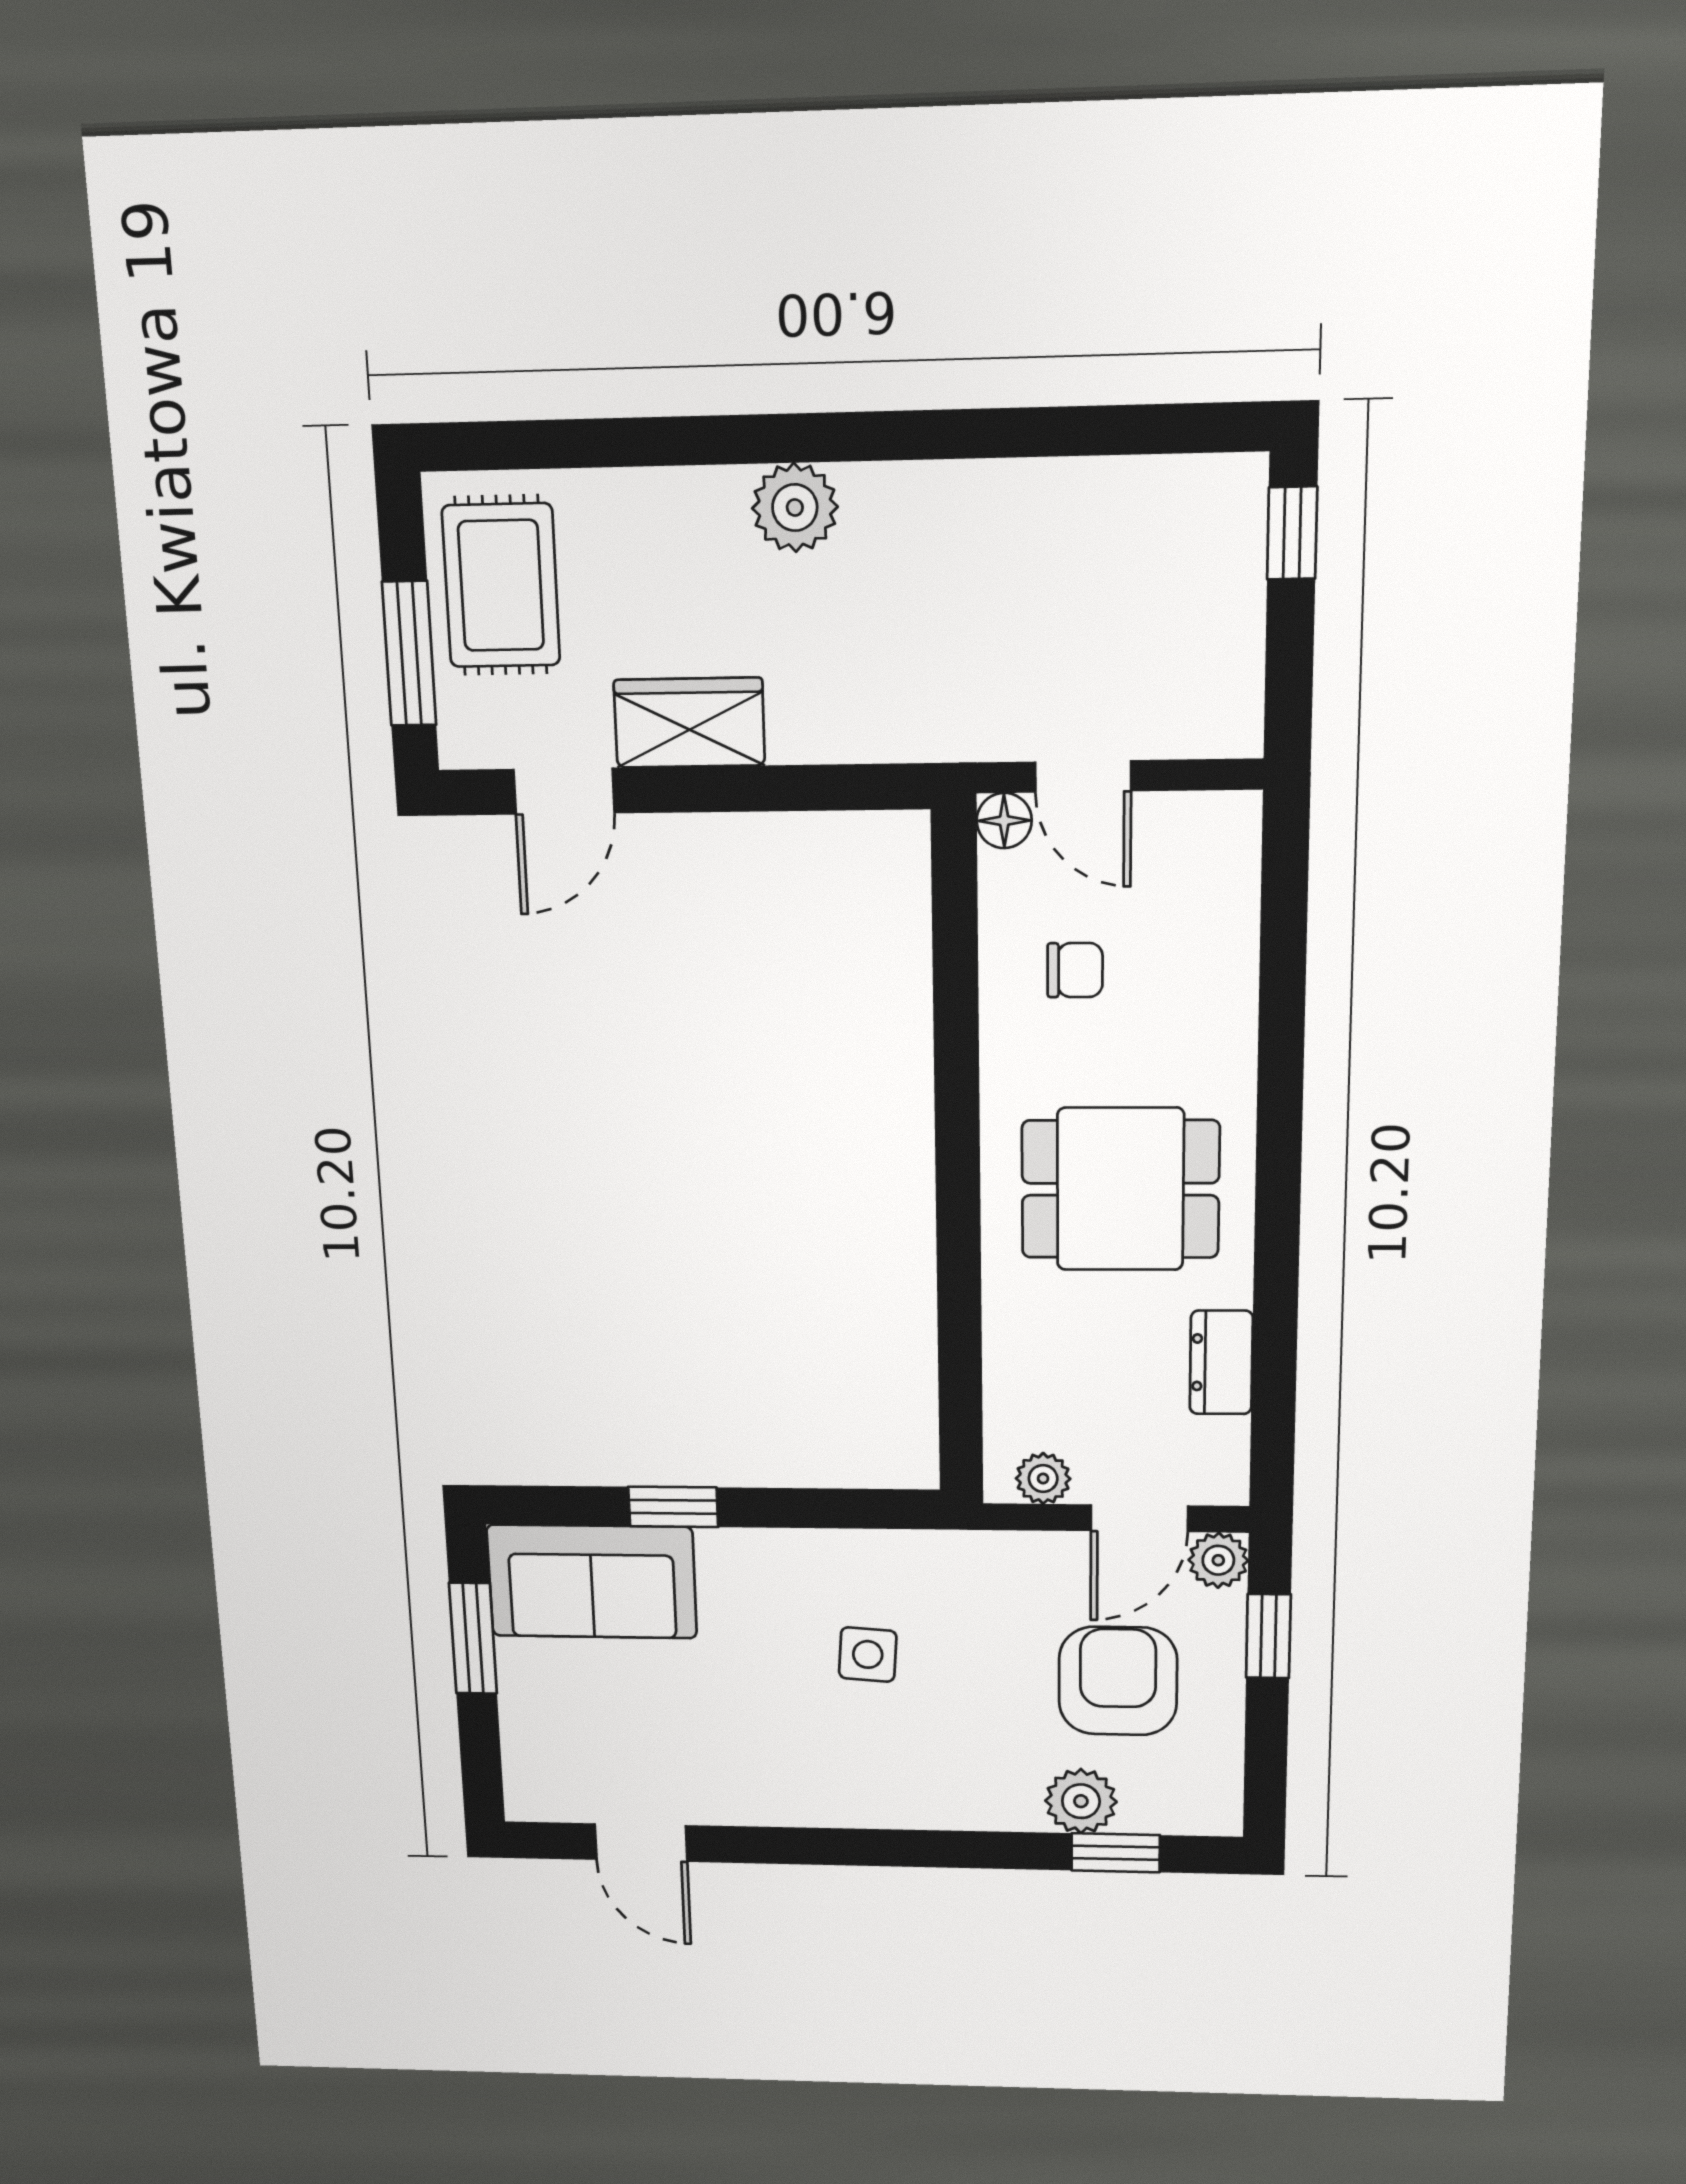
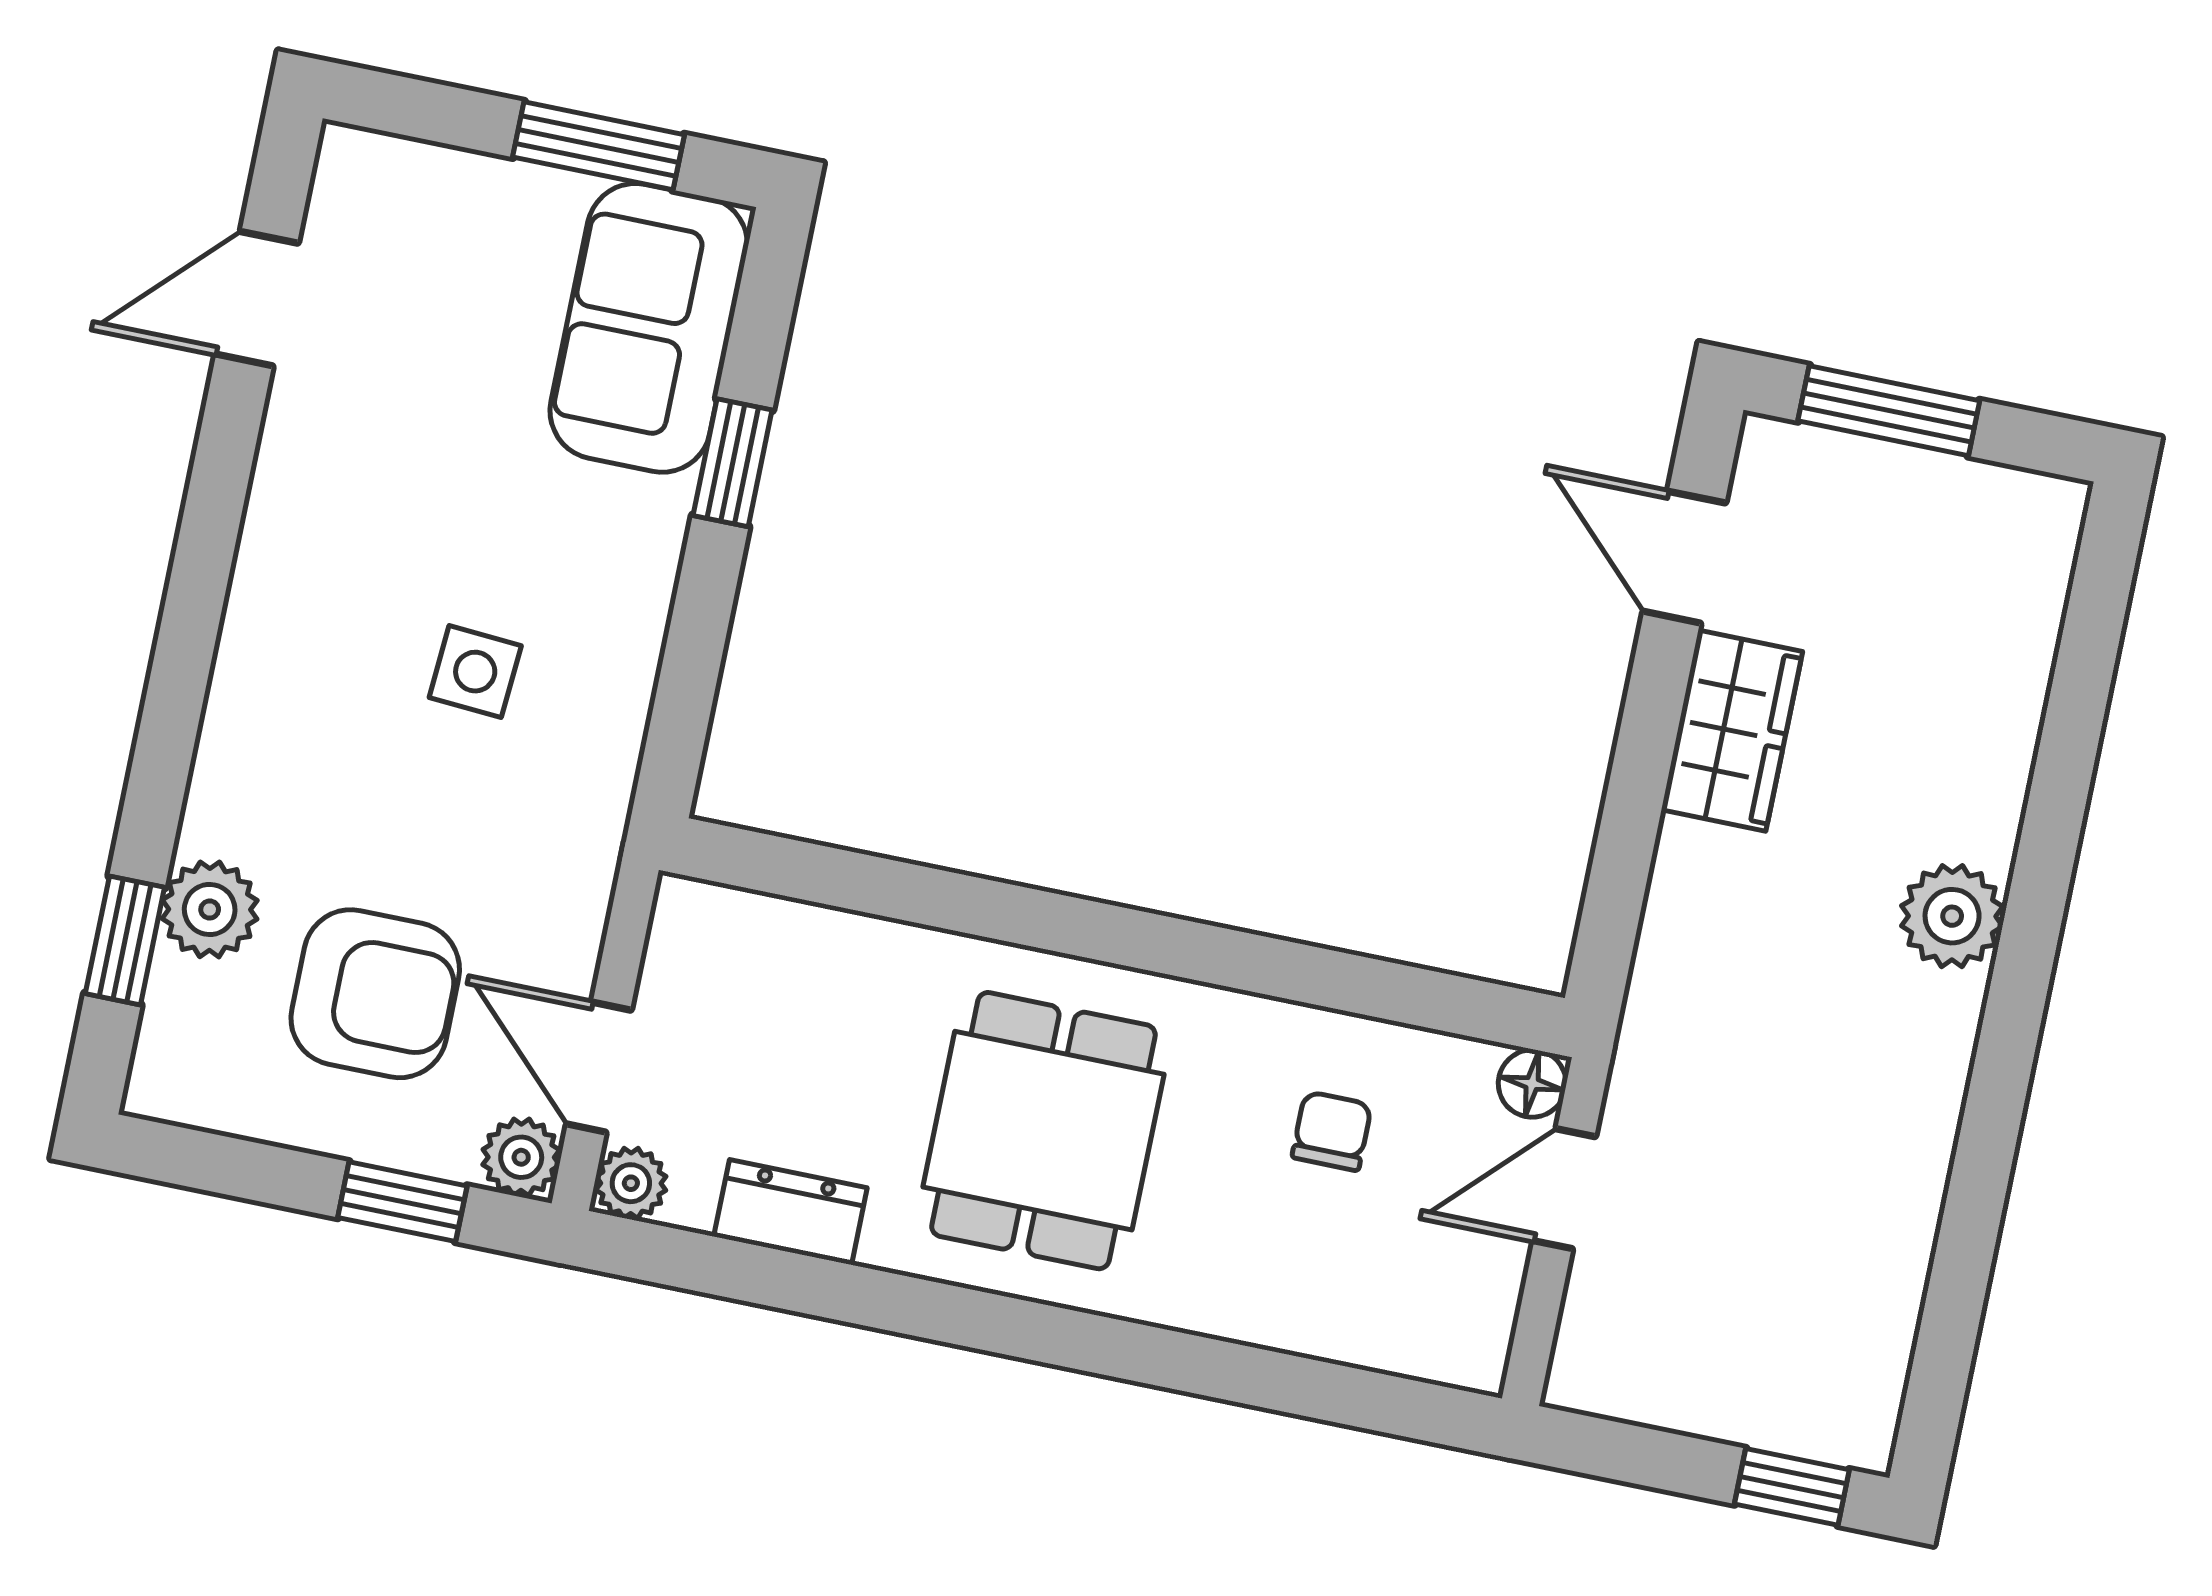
rug: (501, 586) -> (1943, 544), removed
chair: (1075, 970) -> (1332, 1131), turned 180
plant: (1043, 1479) -> (631, 1183), moved

